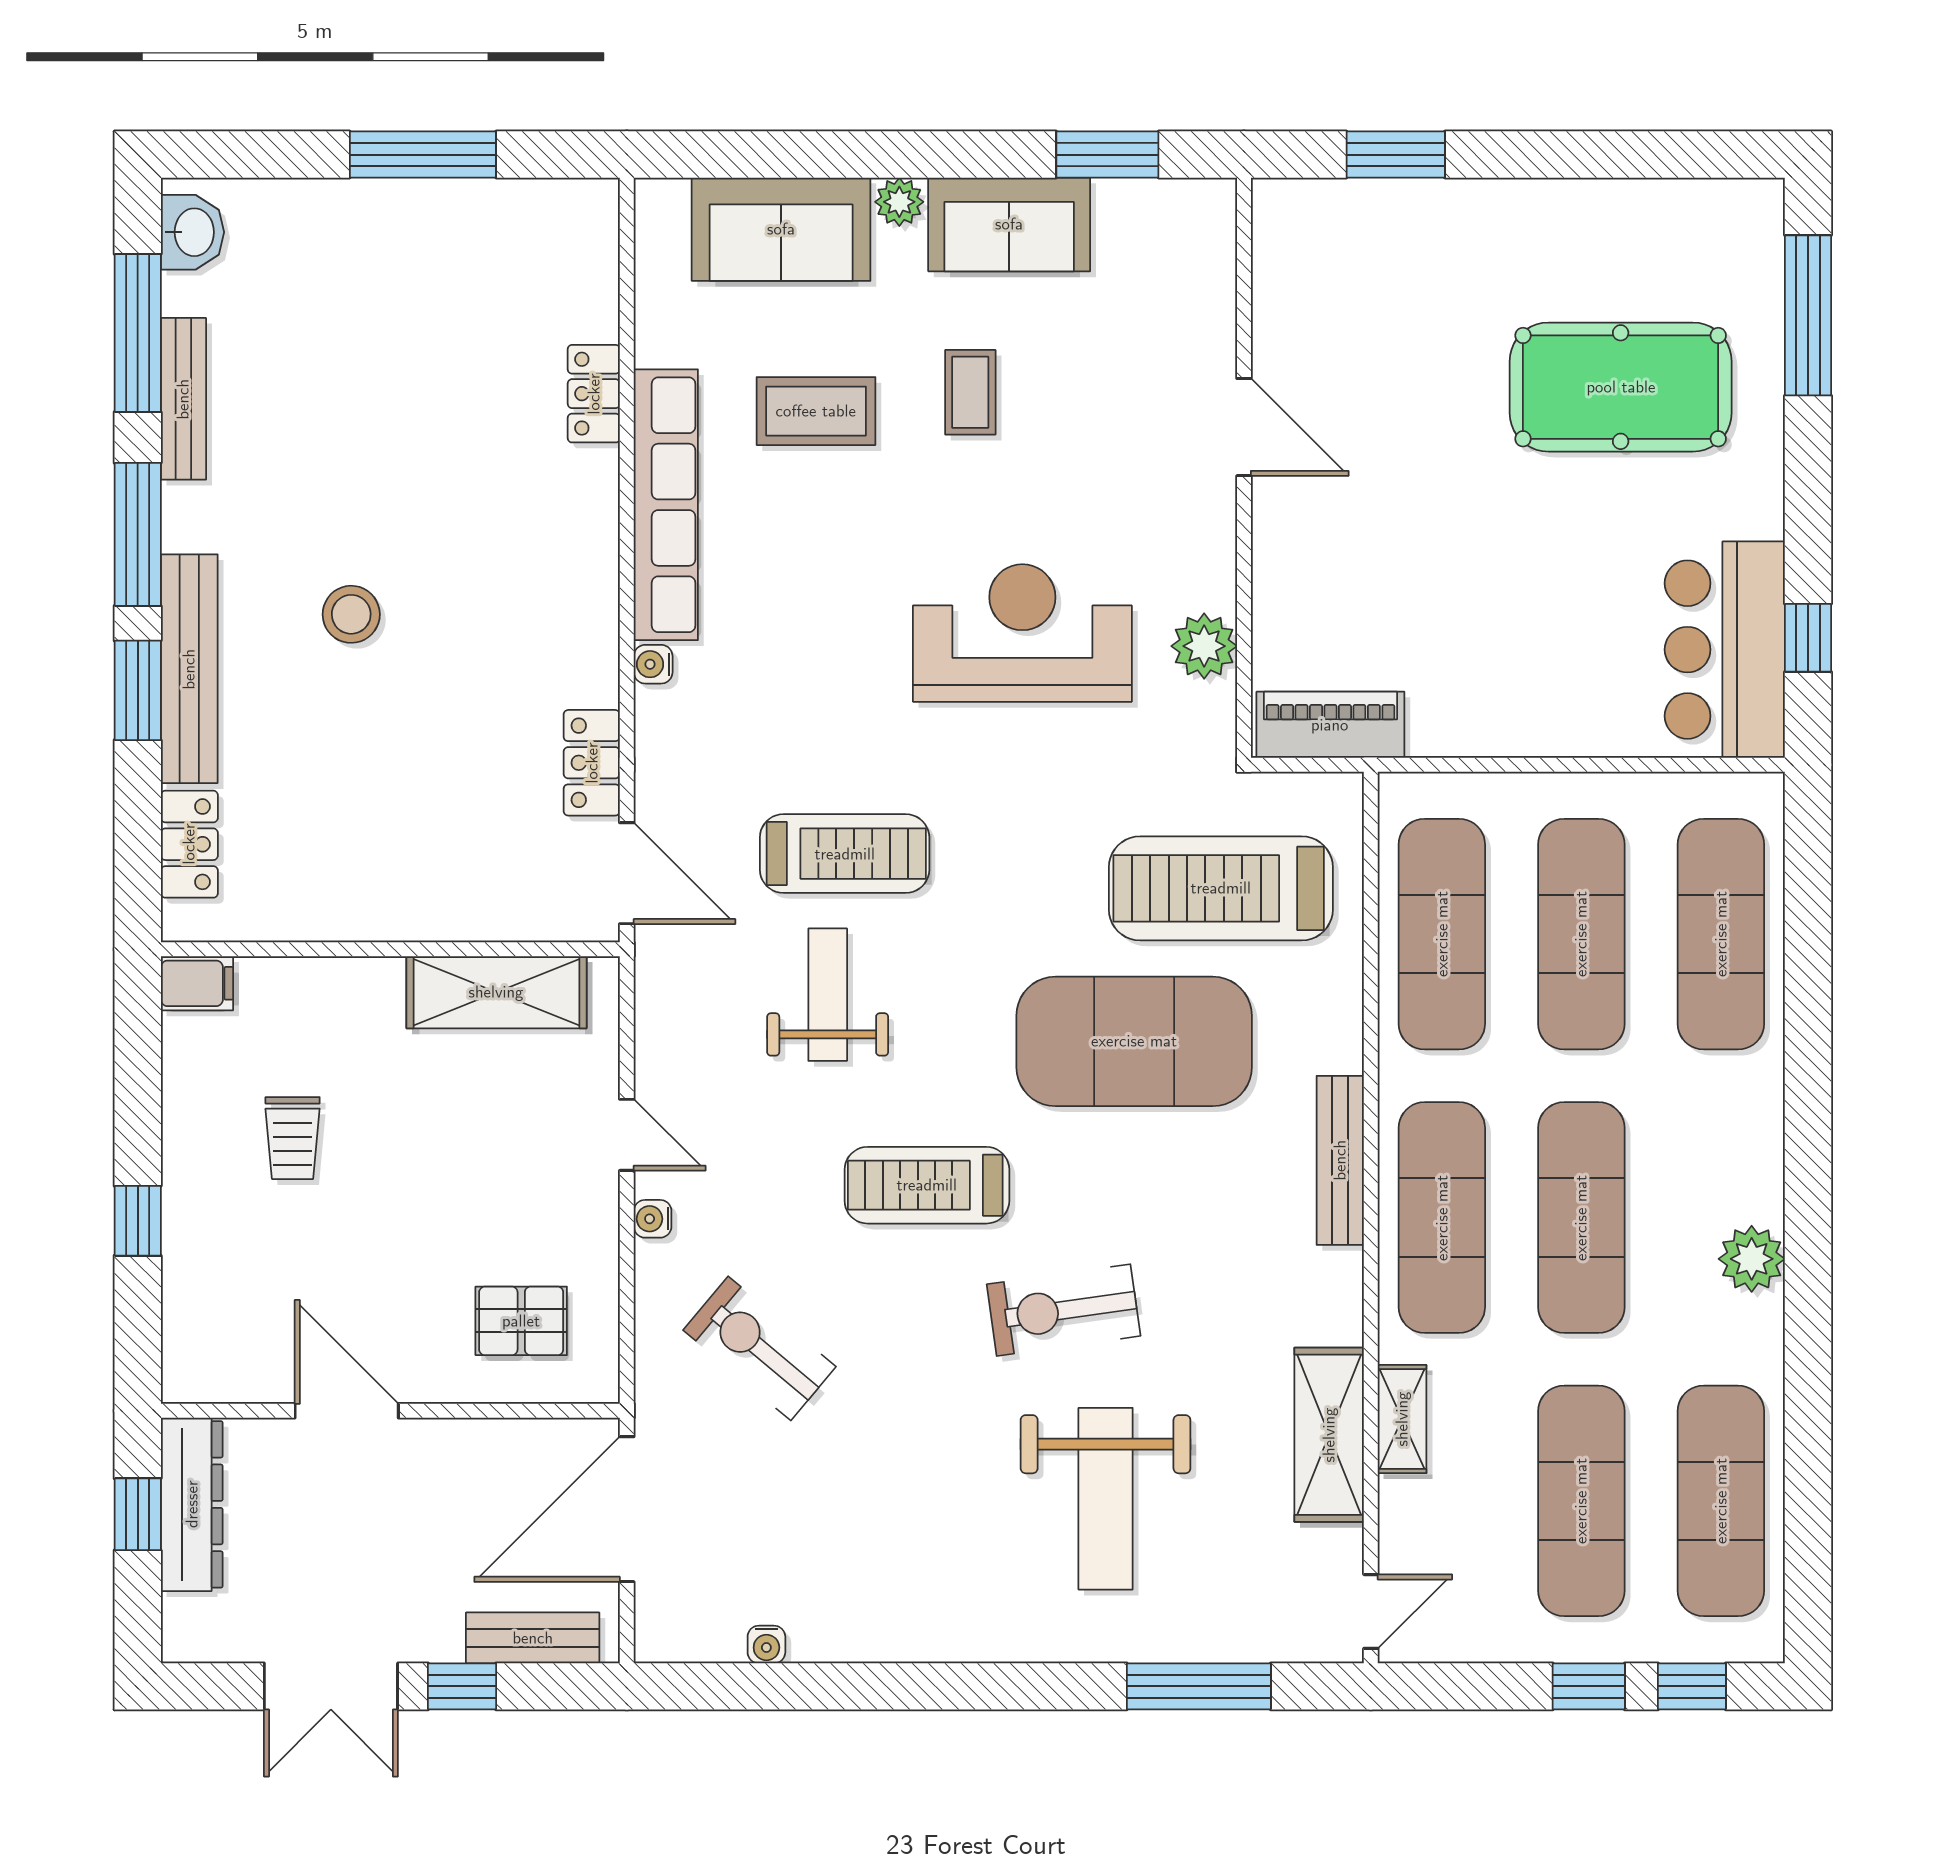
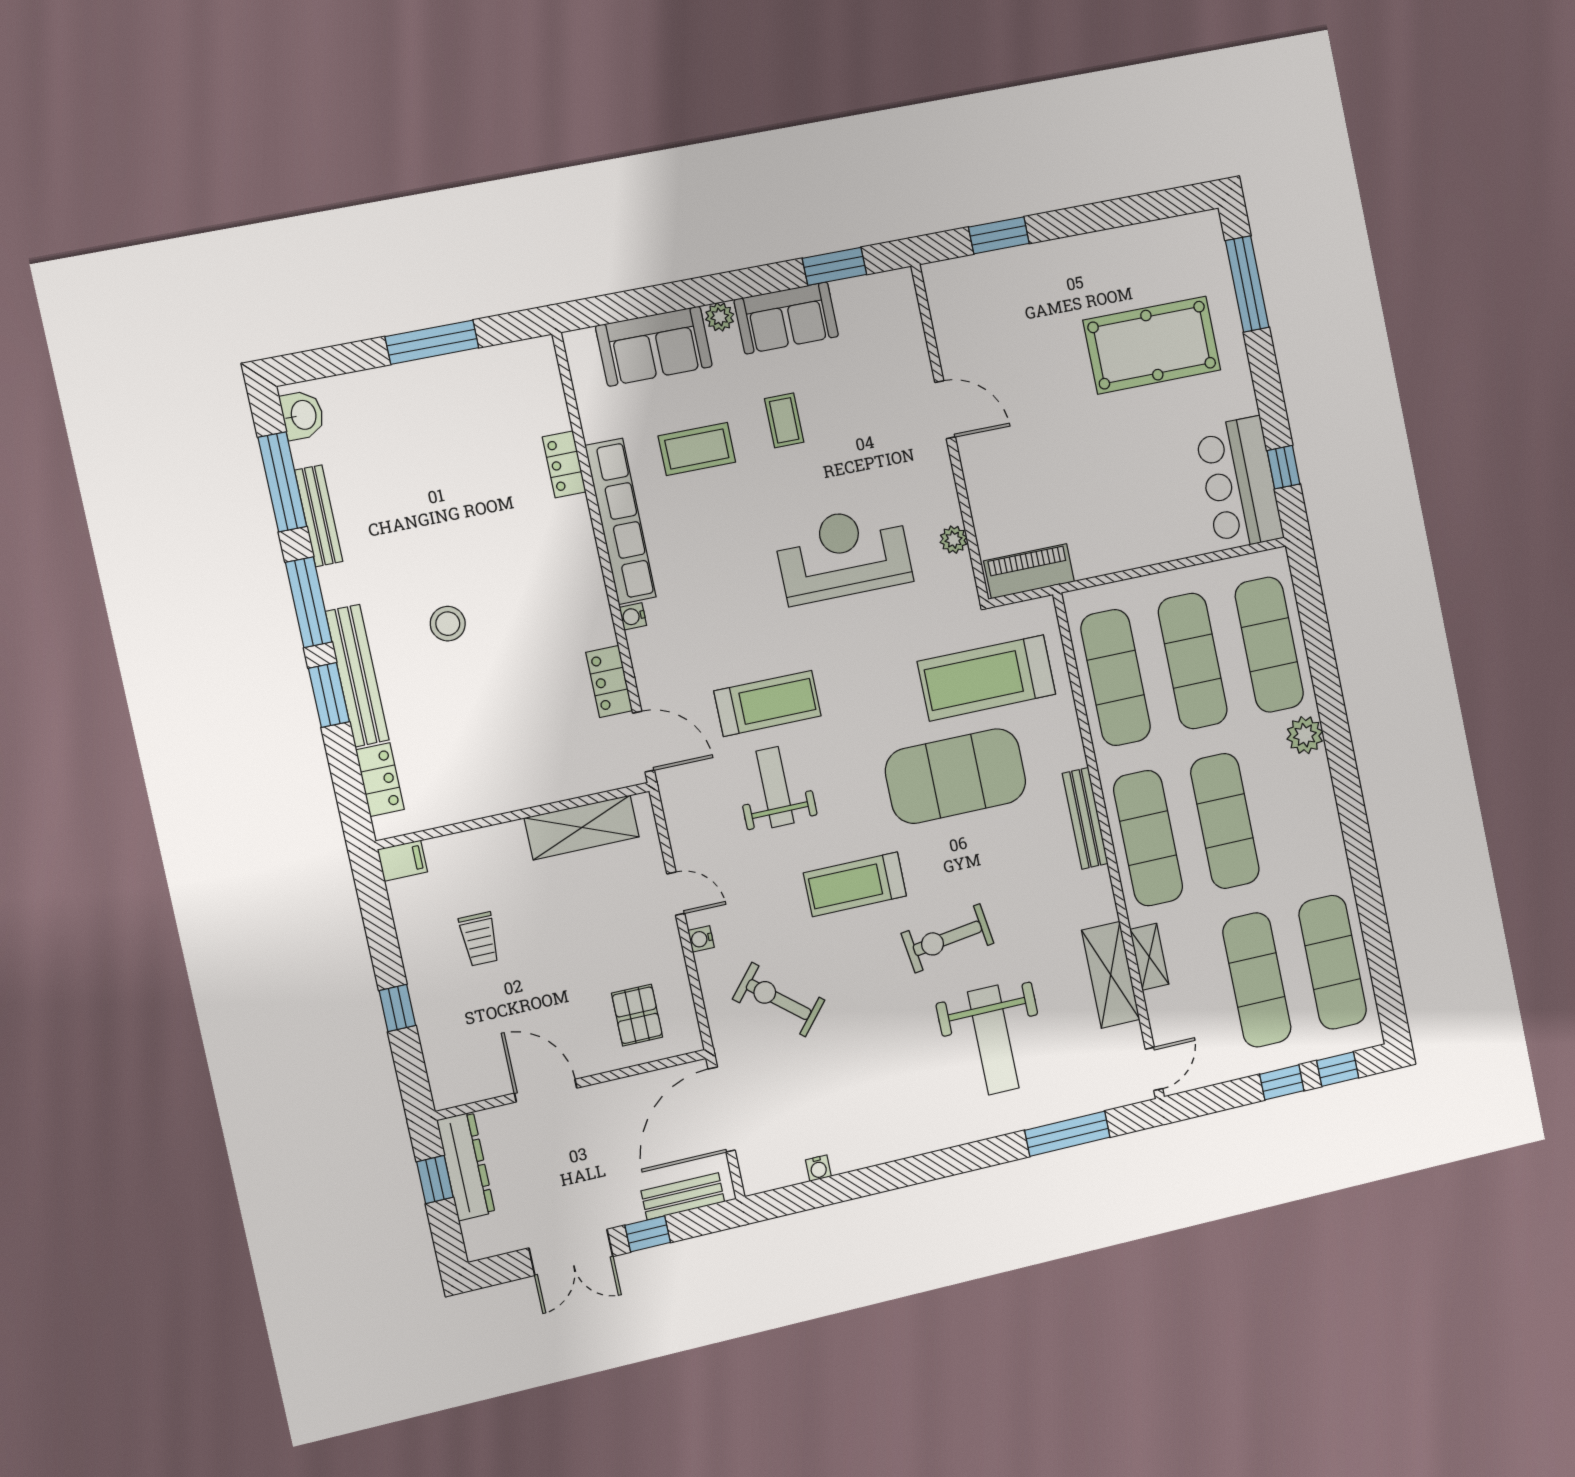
plant: (1204, 646) -> (954, 540), width x0.73, depth x0.73
plant: (1752, 1259) -> (1305, 735), moved
pallet: (521, 1321) -> (637, 1015), turned 90

